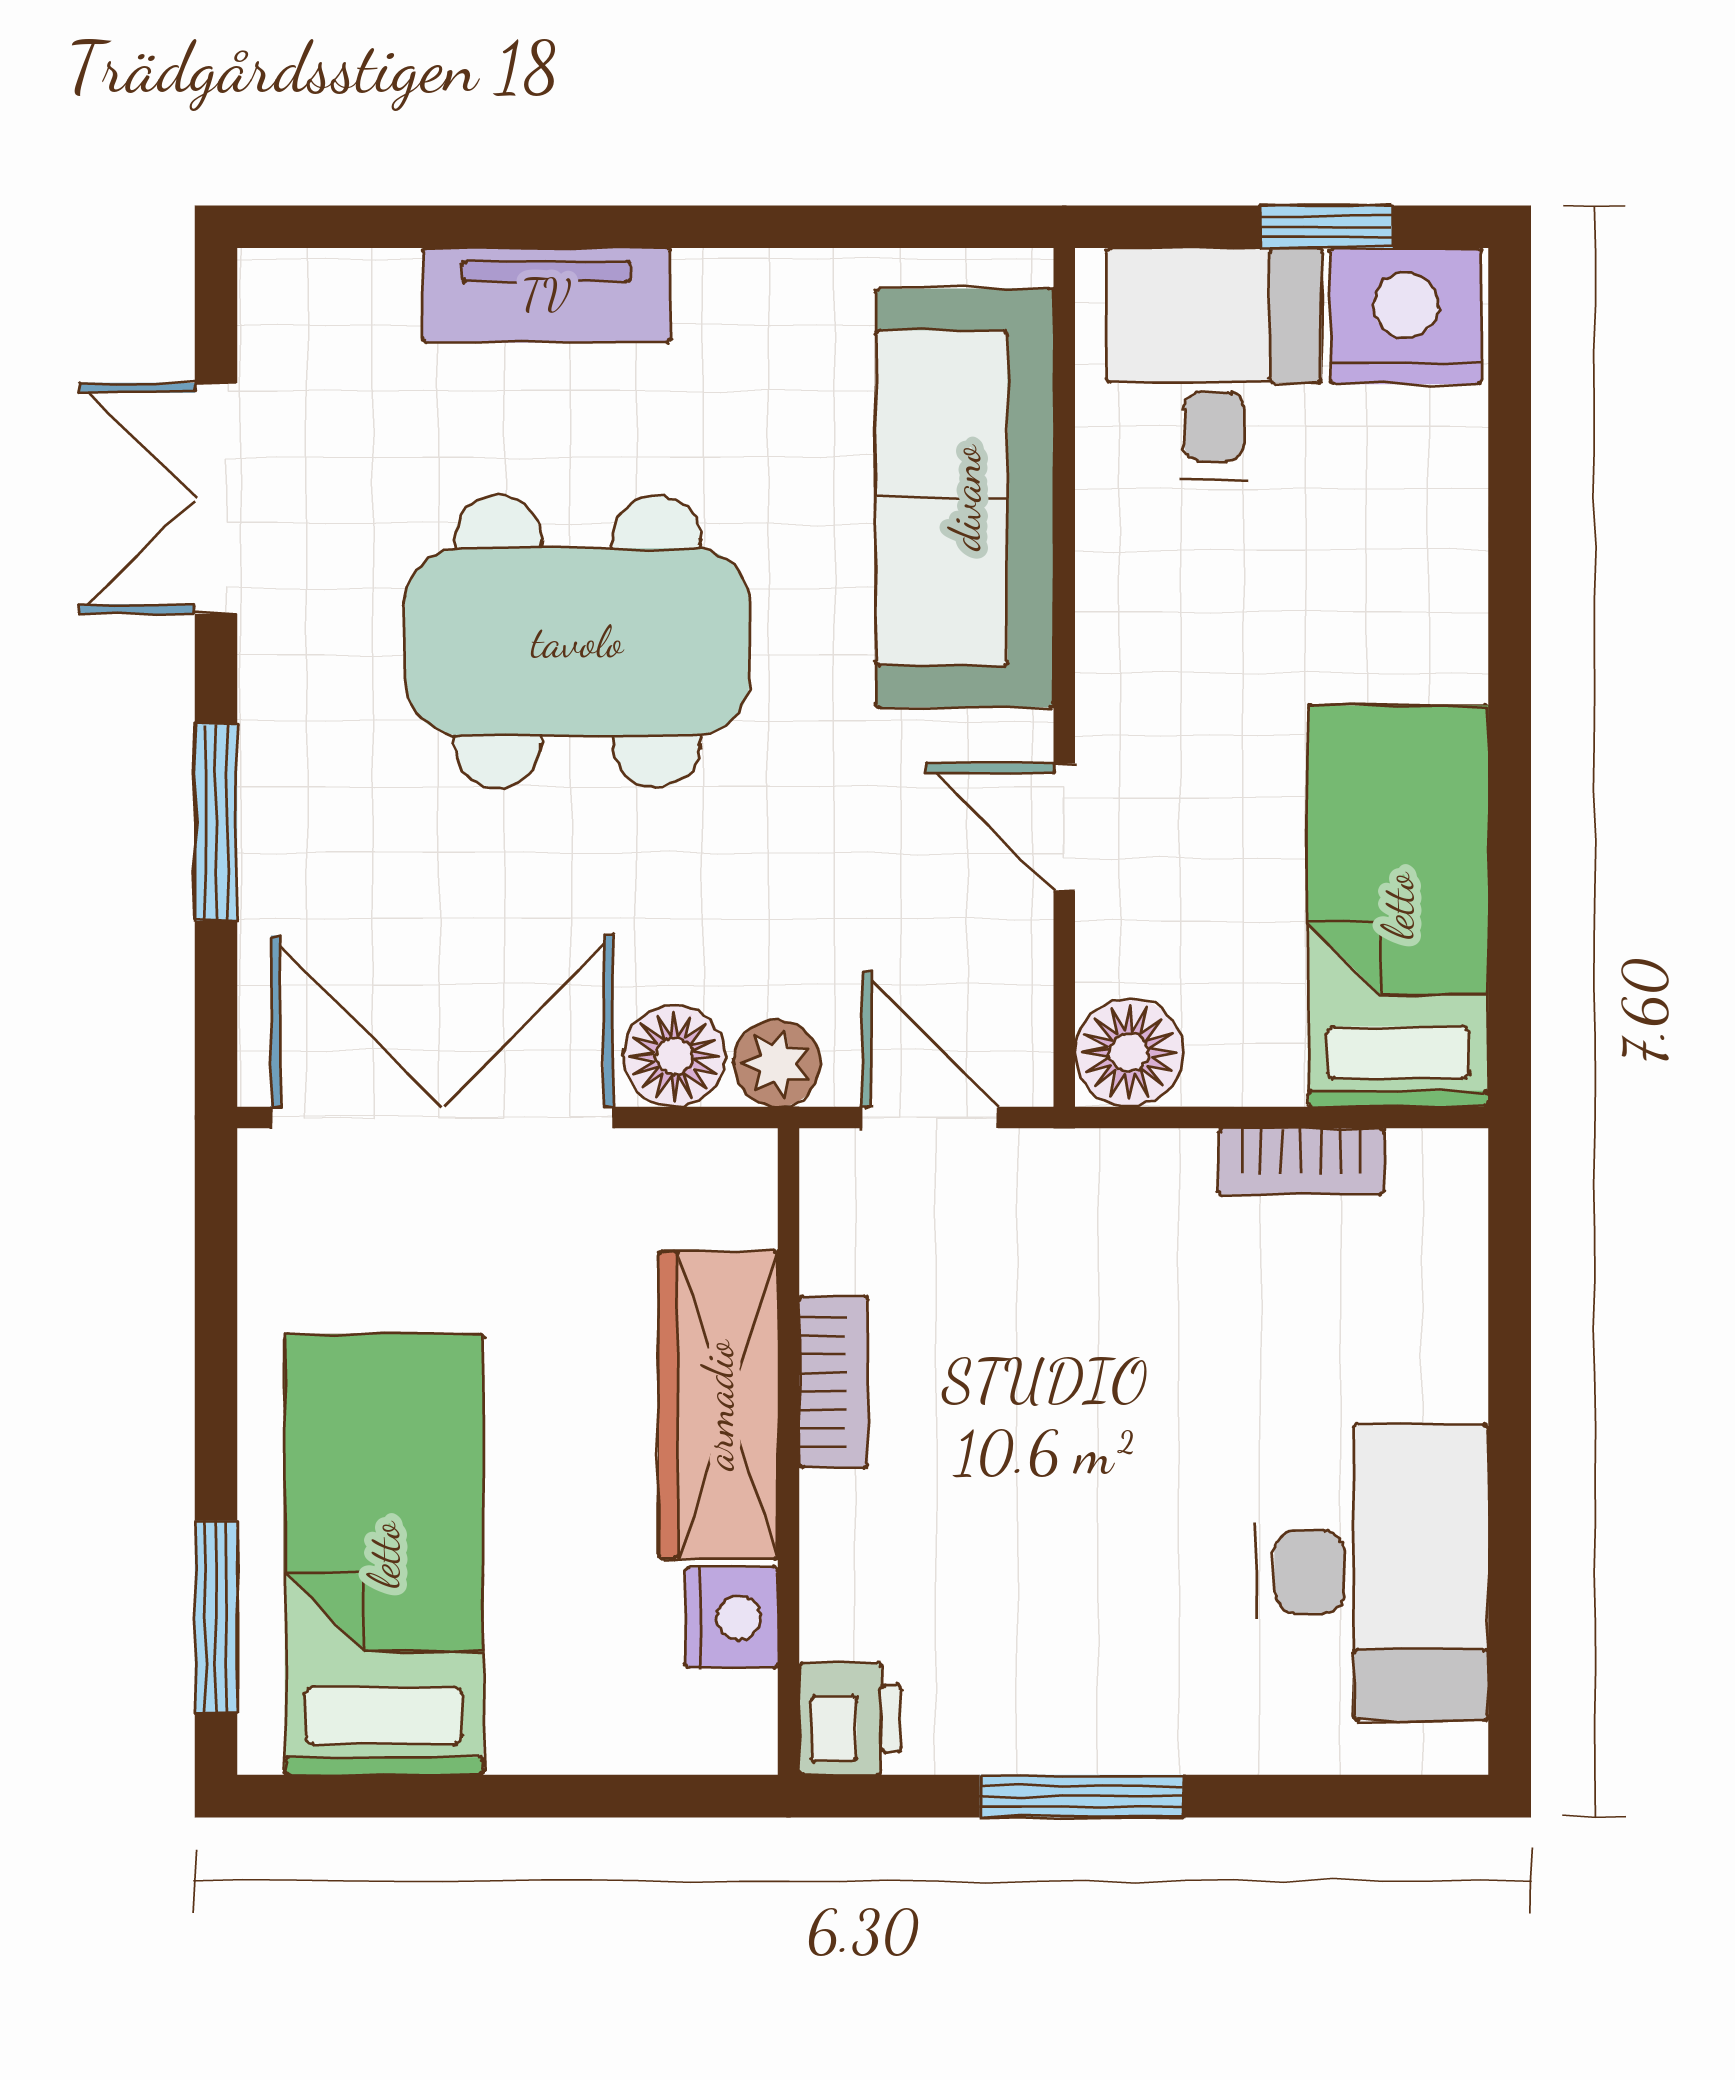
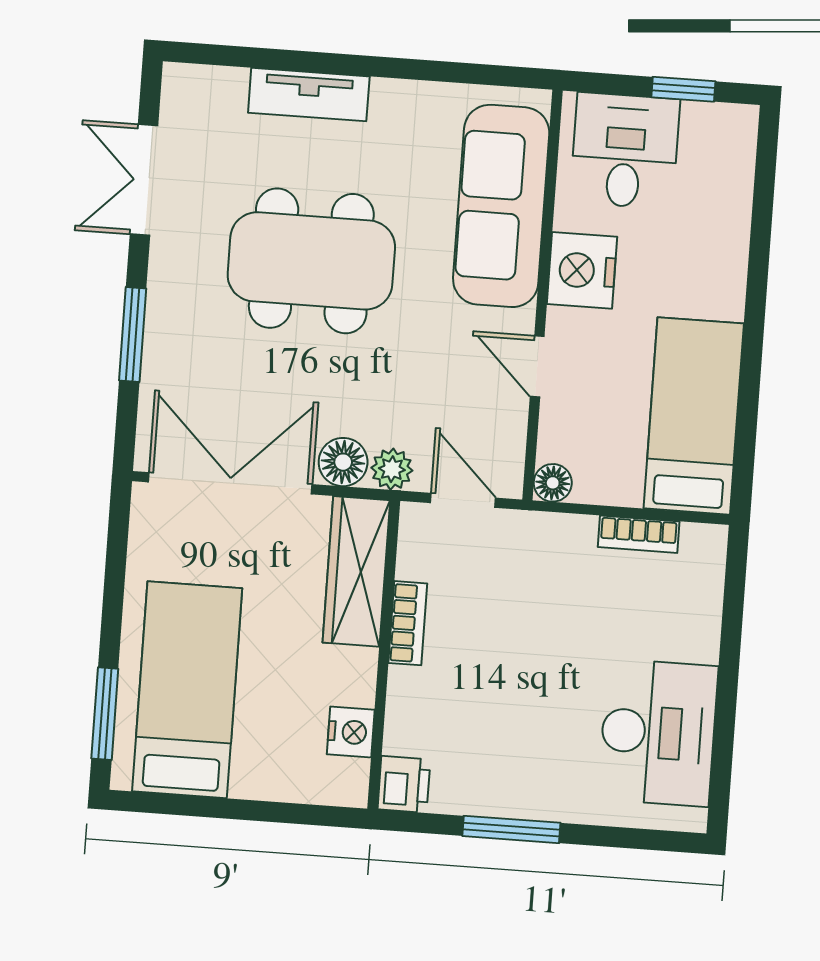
nightstand: (1406, 316) -> (582, 270), moved, turned -90
floor lamp: (1129, 1053) -> (553, 483), width x0.73, depth x0.73
wardrobe: (718, 1405) -> (356, 571), moved

